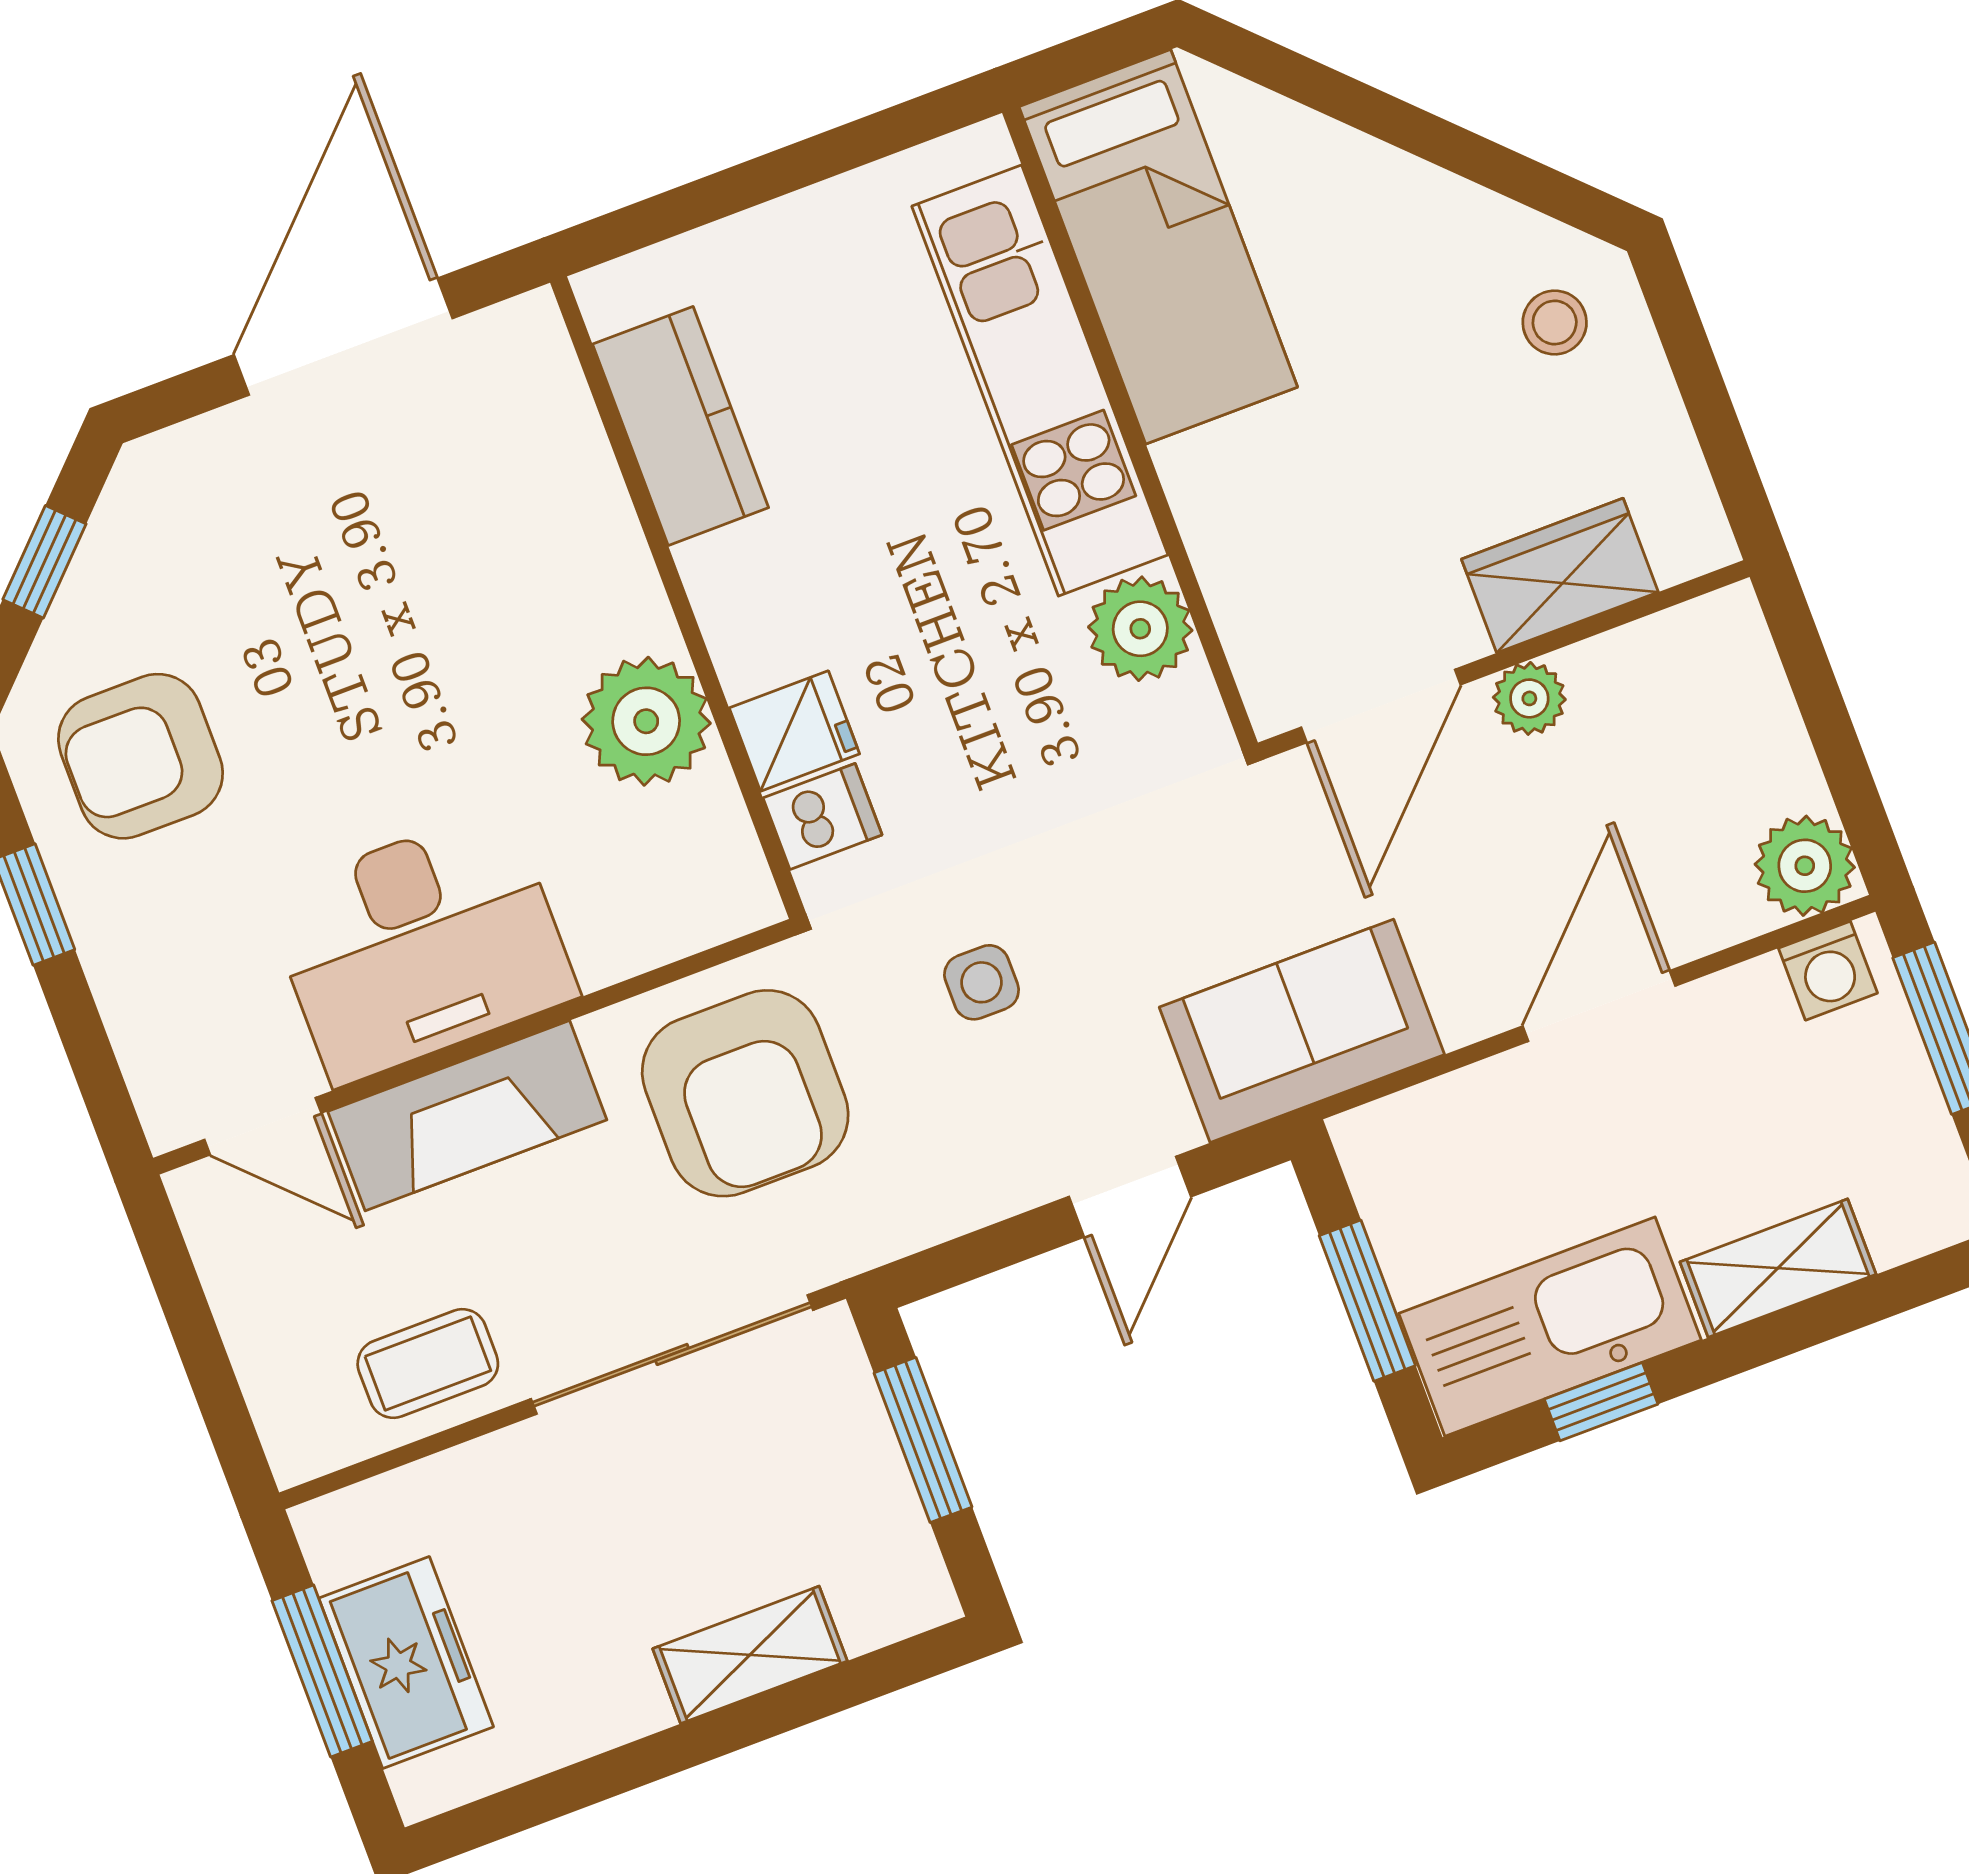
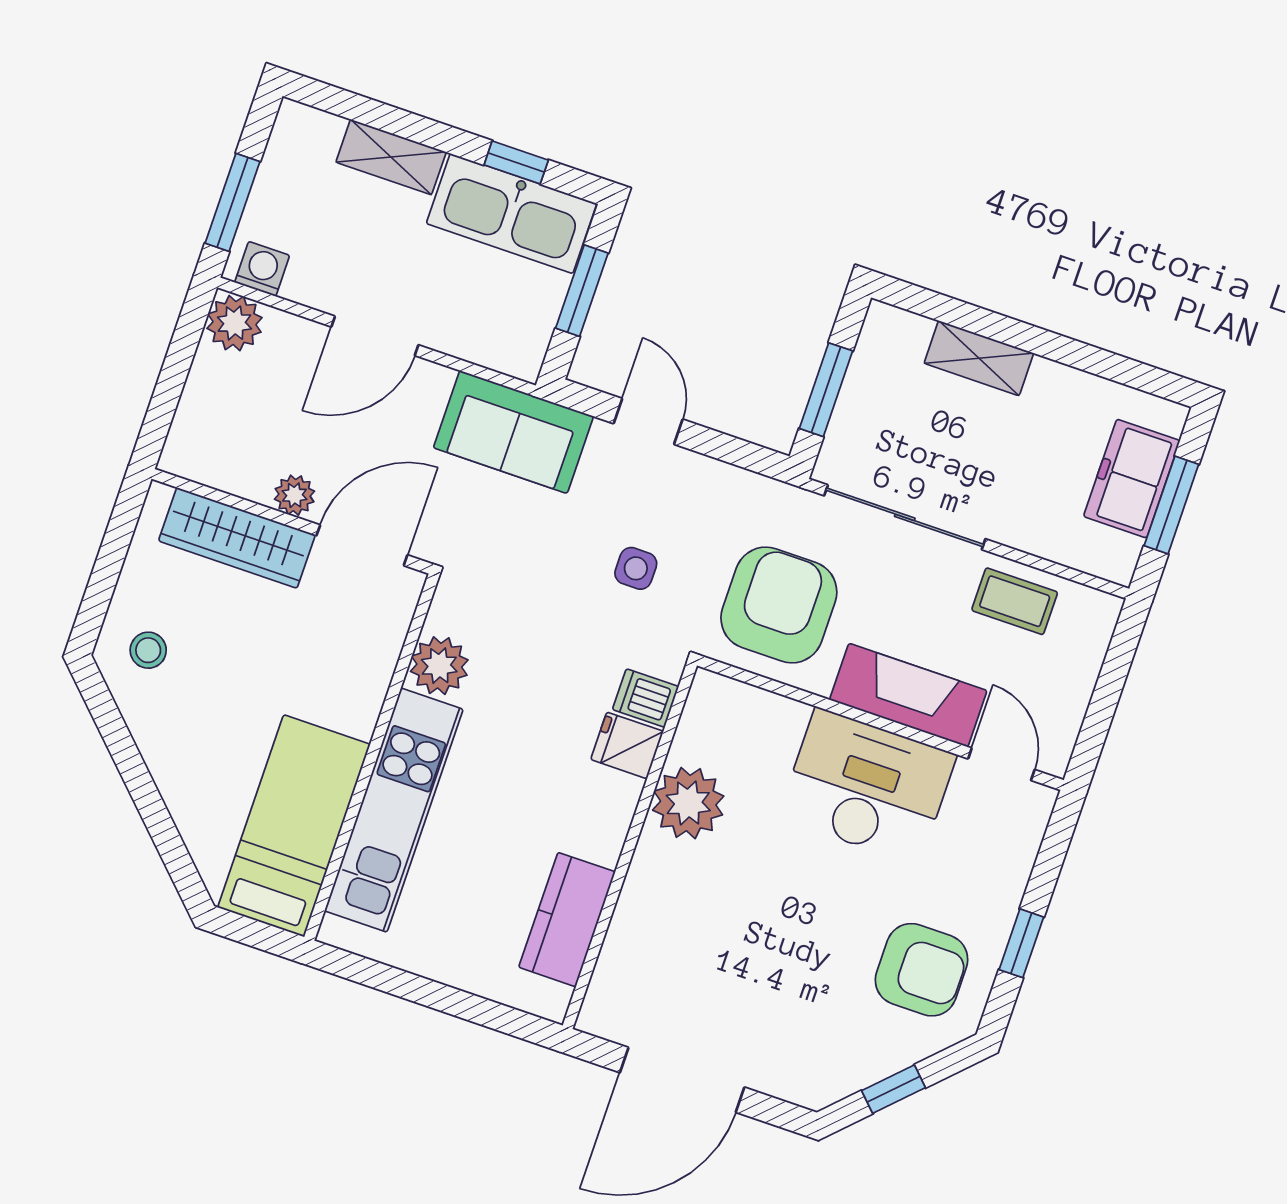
wardrobe: (1560, 576) -> (237, 538), width x1.50
door: (1130, 1197) -> (648, 421), hinge flipped

